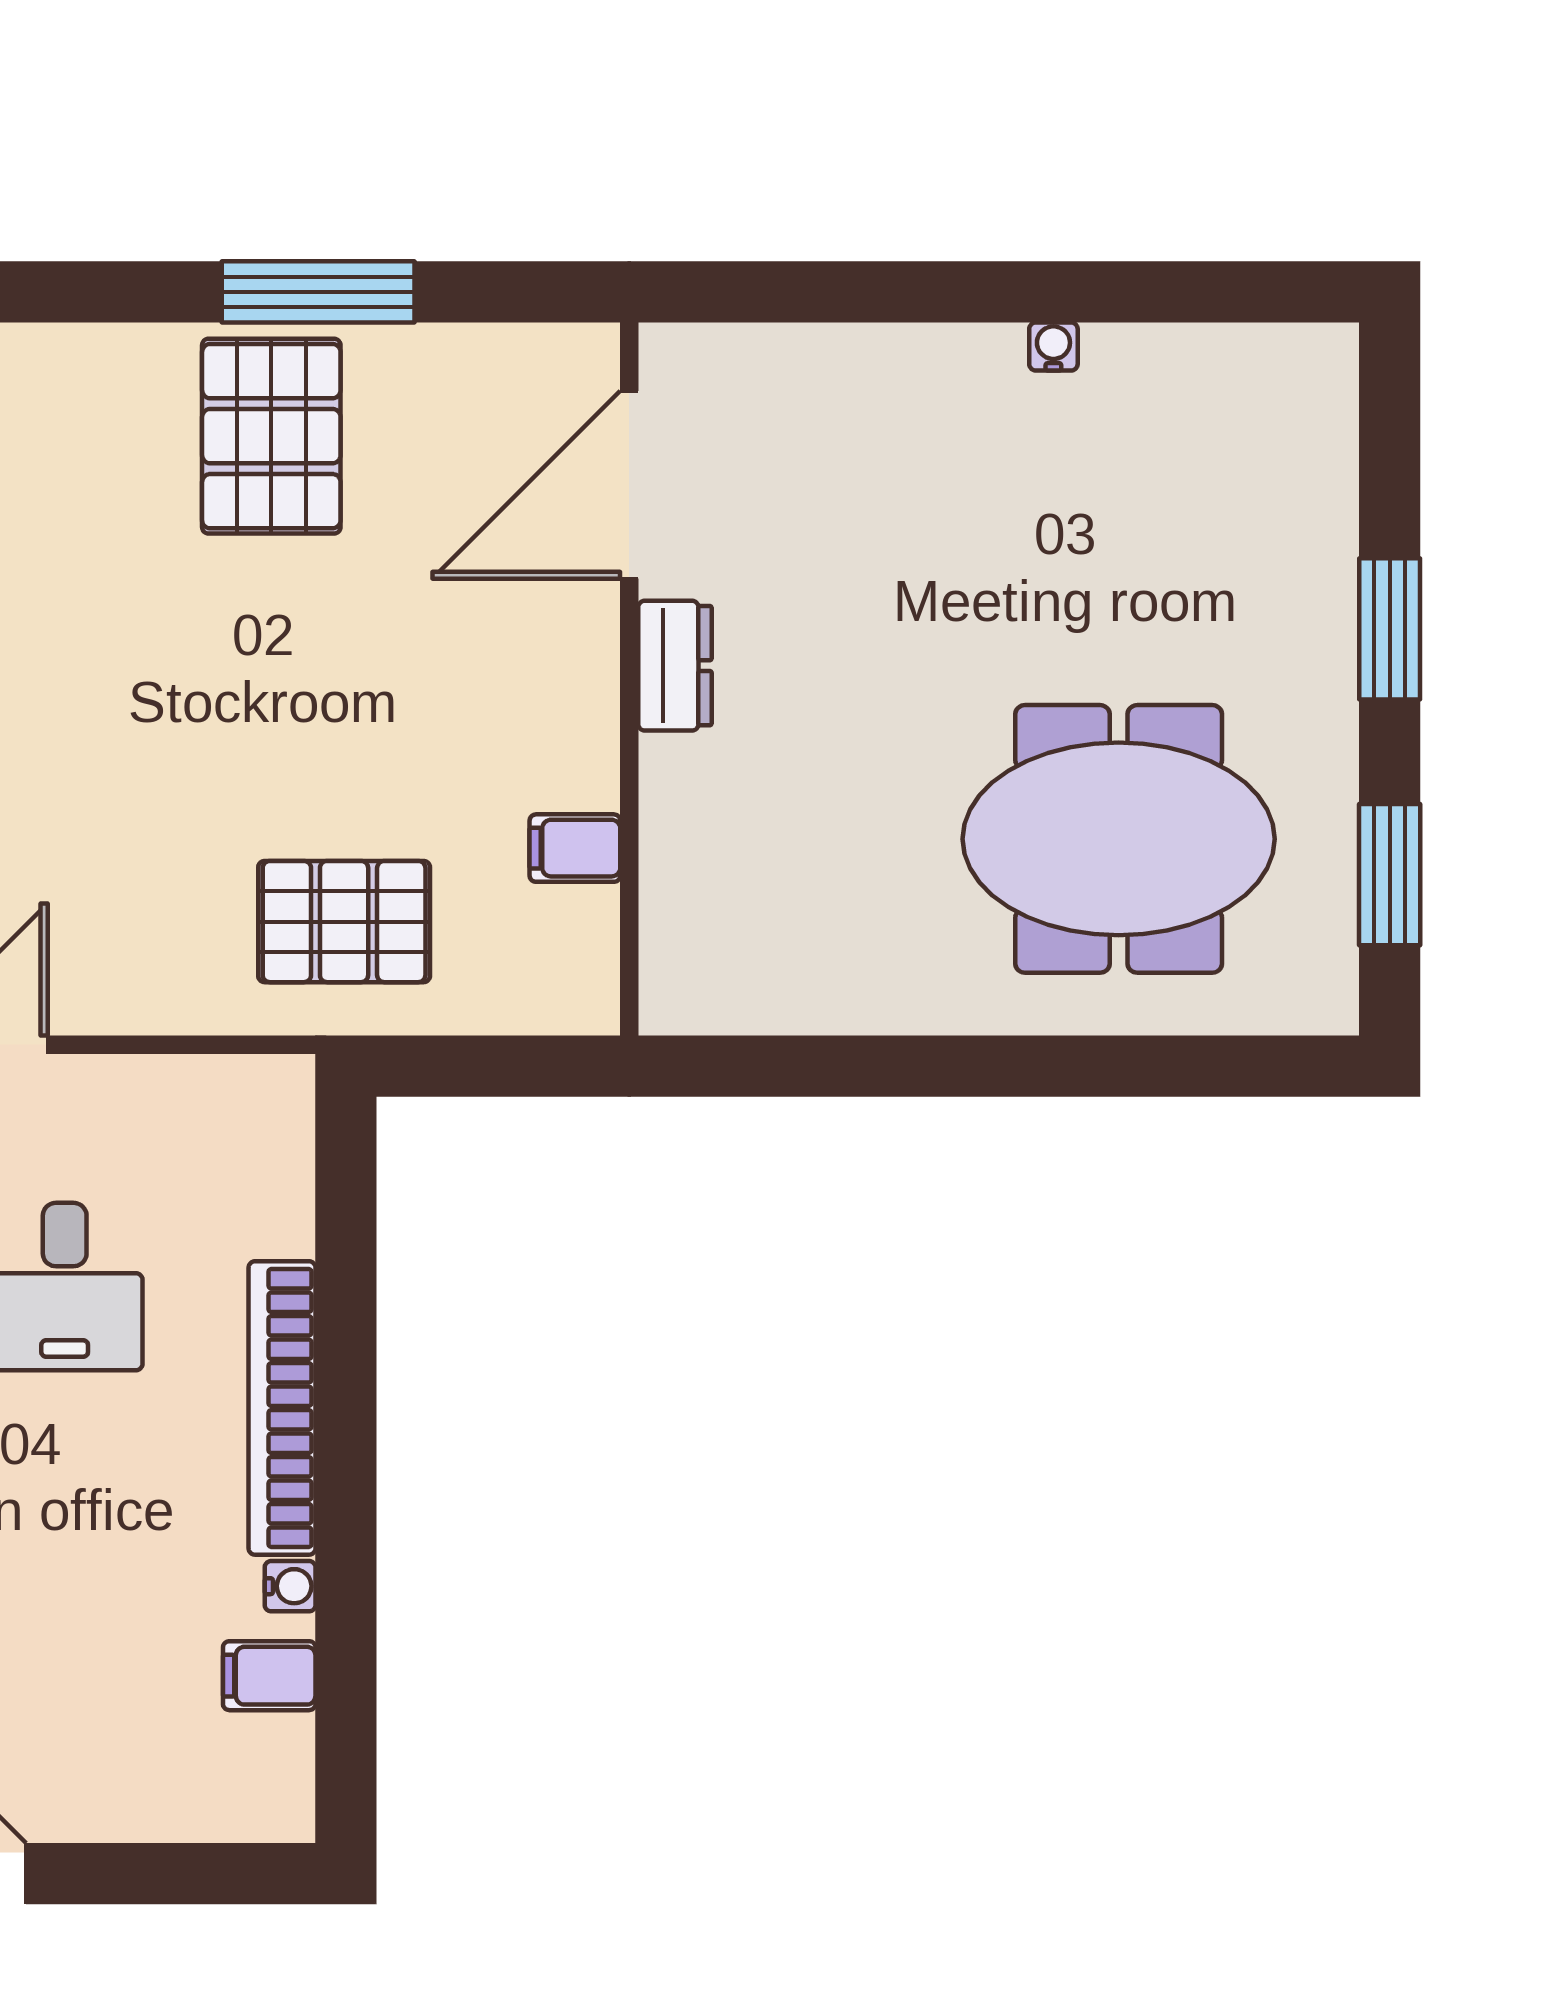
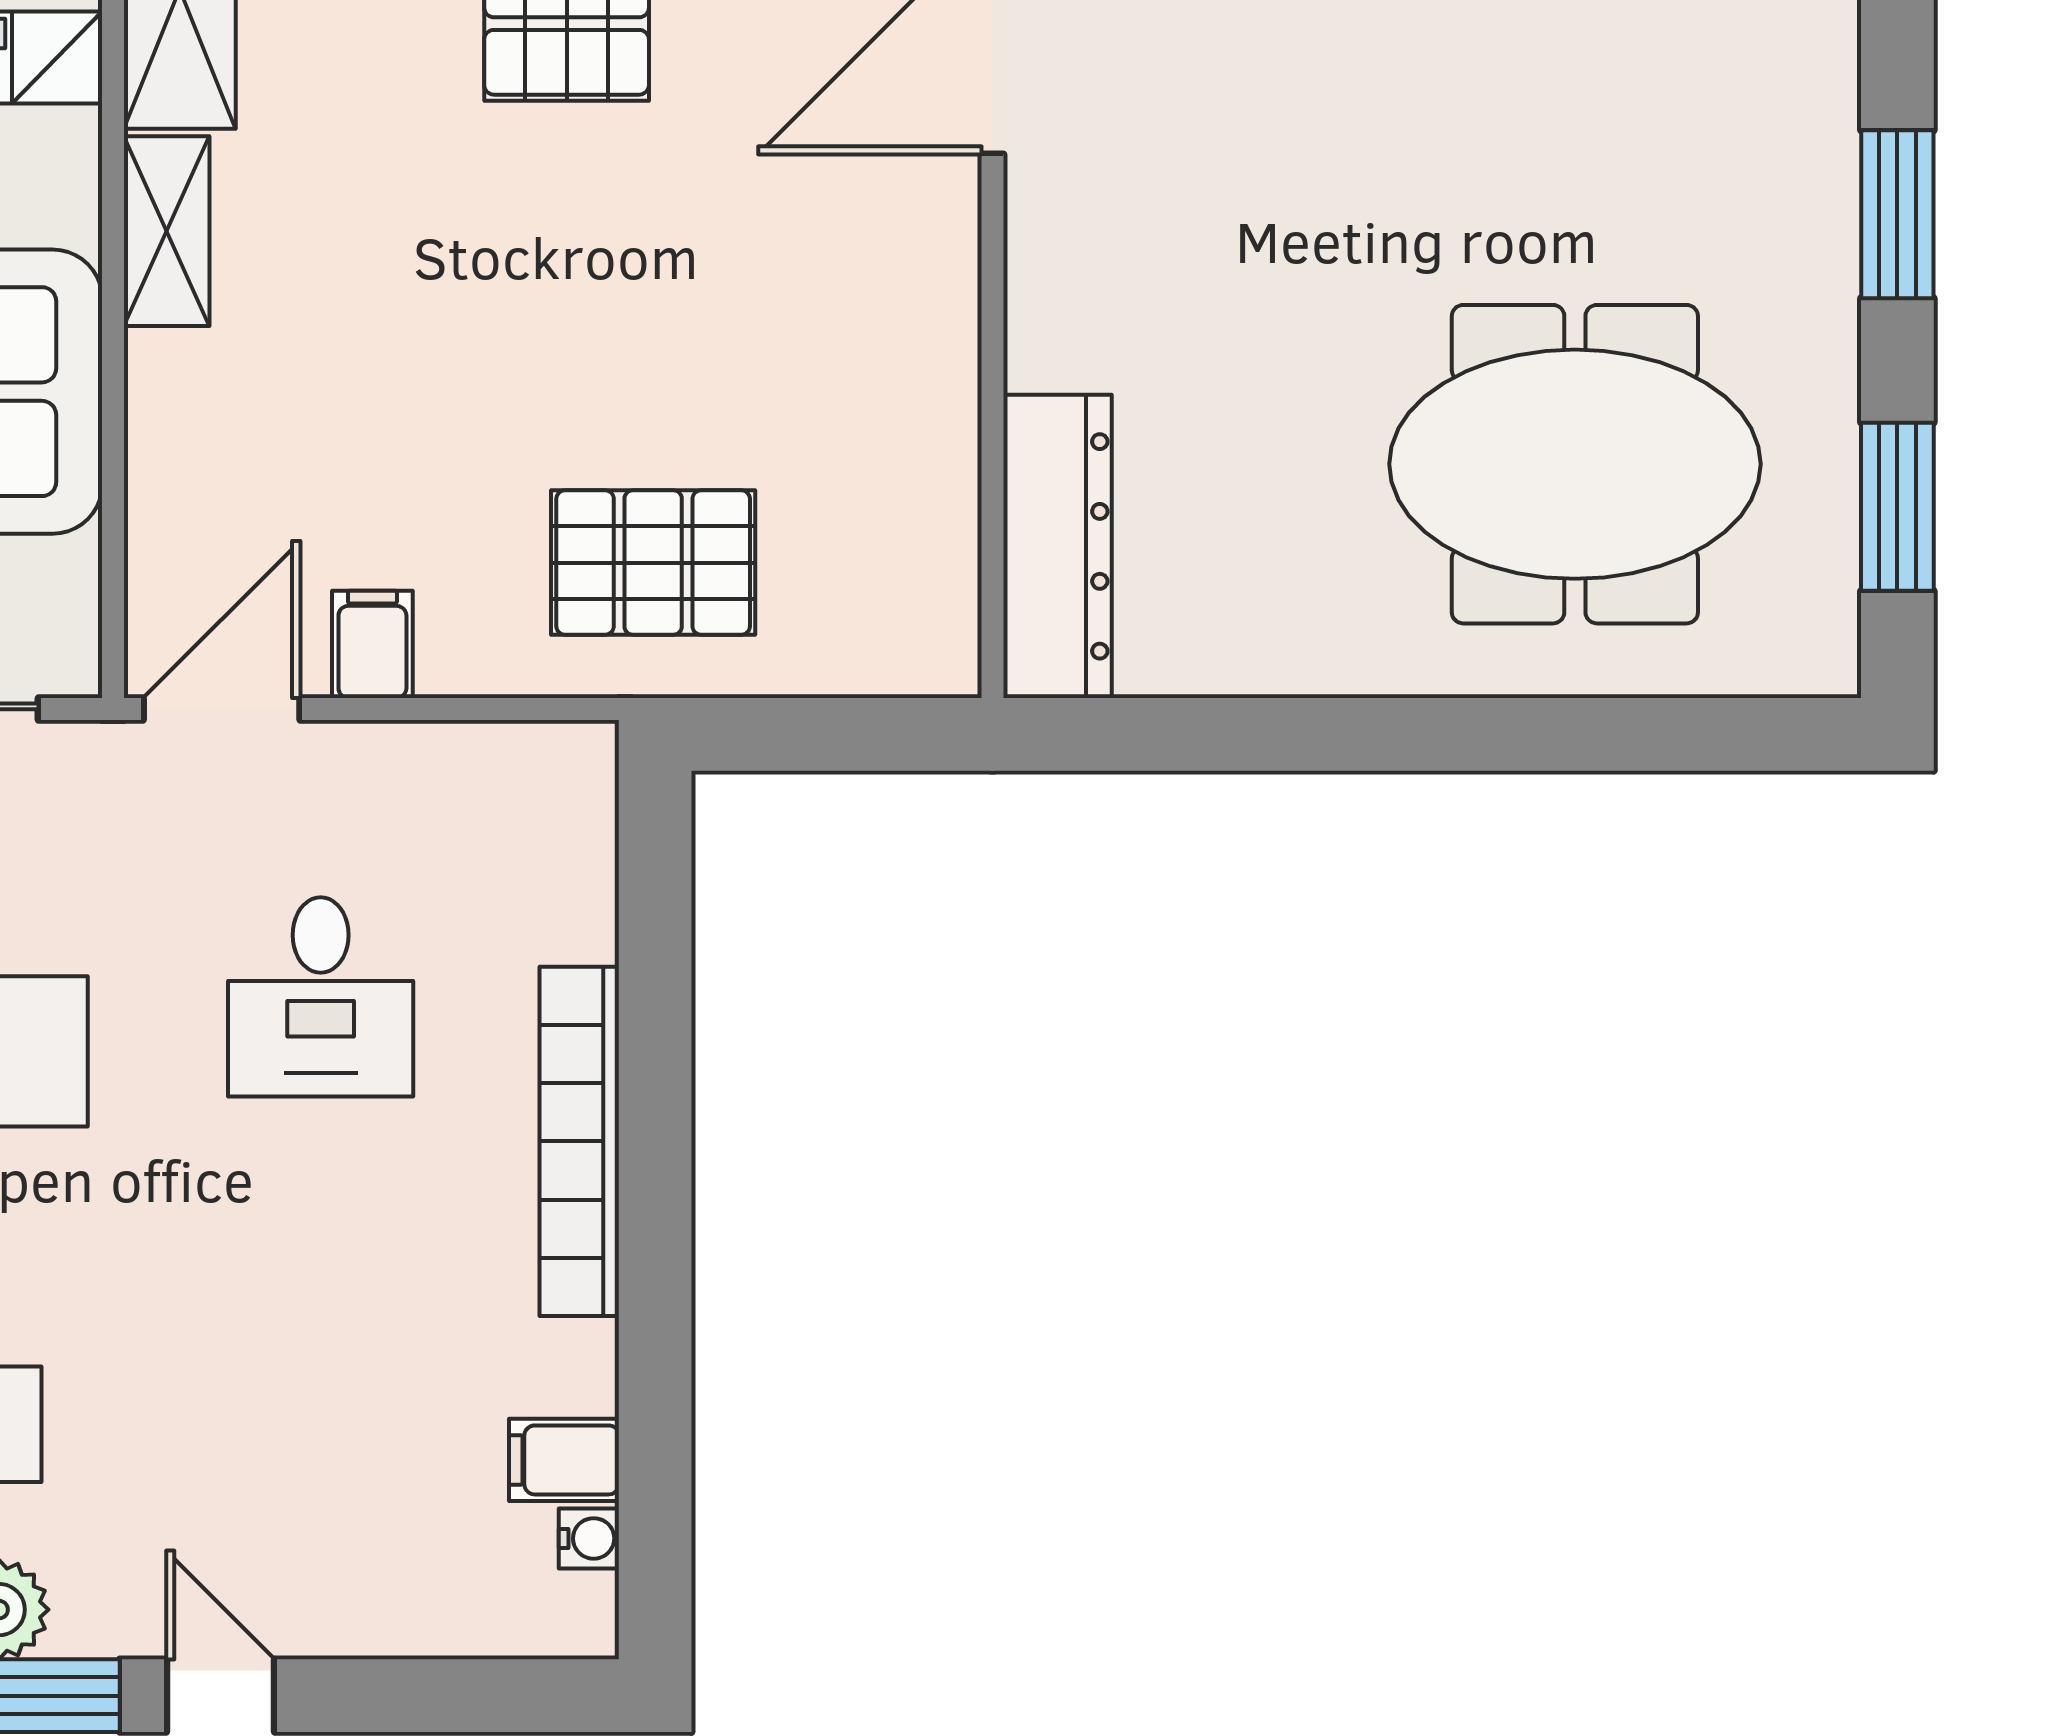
dresser: (675, 666) -> (1058, 546), moved, width x1.96, depth x1.24
filing cabinet: (575, 848) -> (372, 644), moved, turned 90
water cooler: (290, 1586) -> (589, 1538), moved

